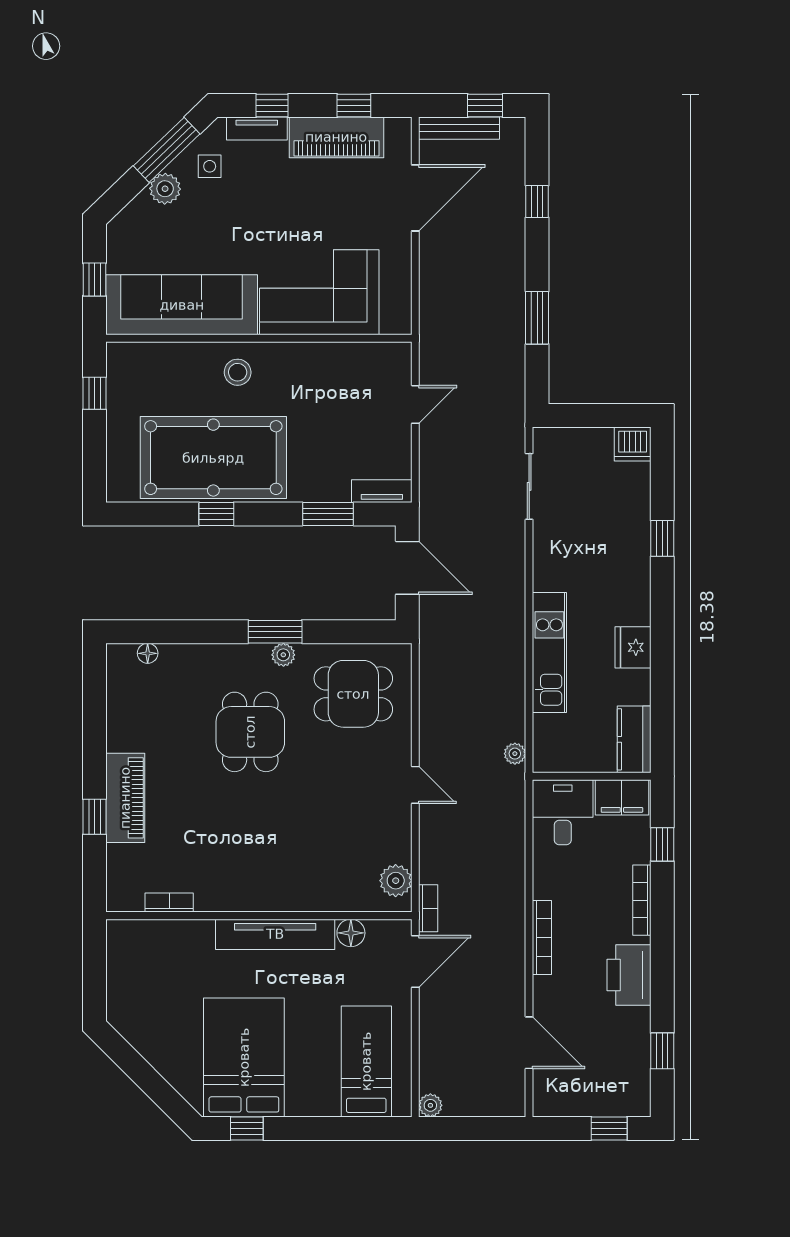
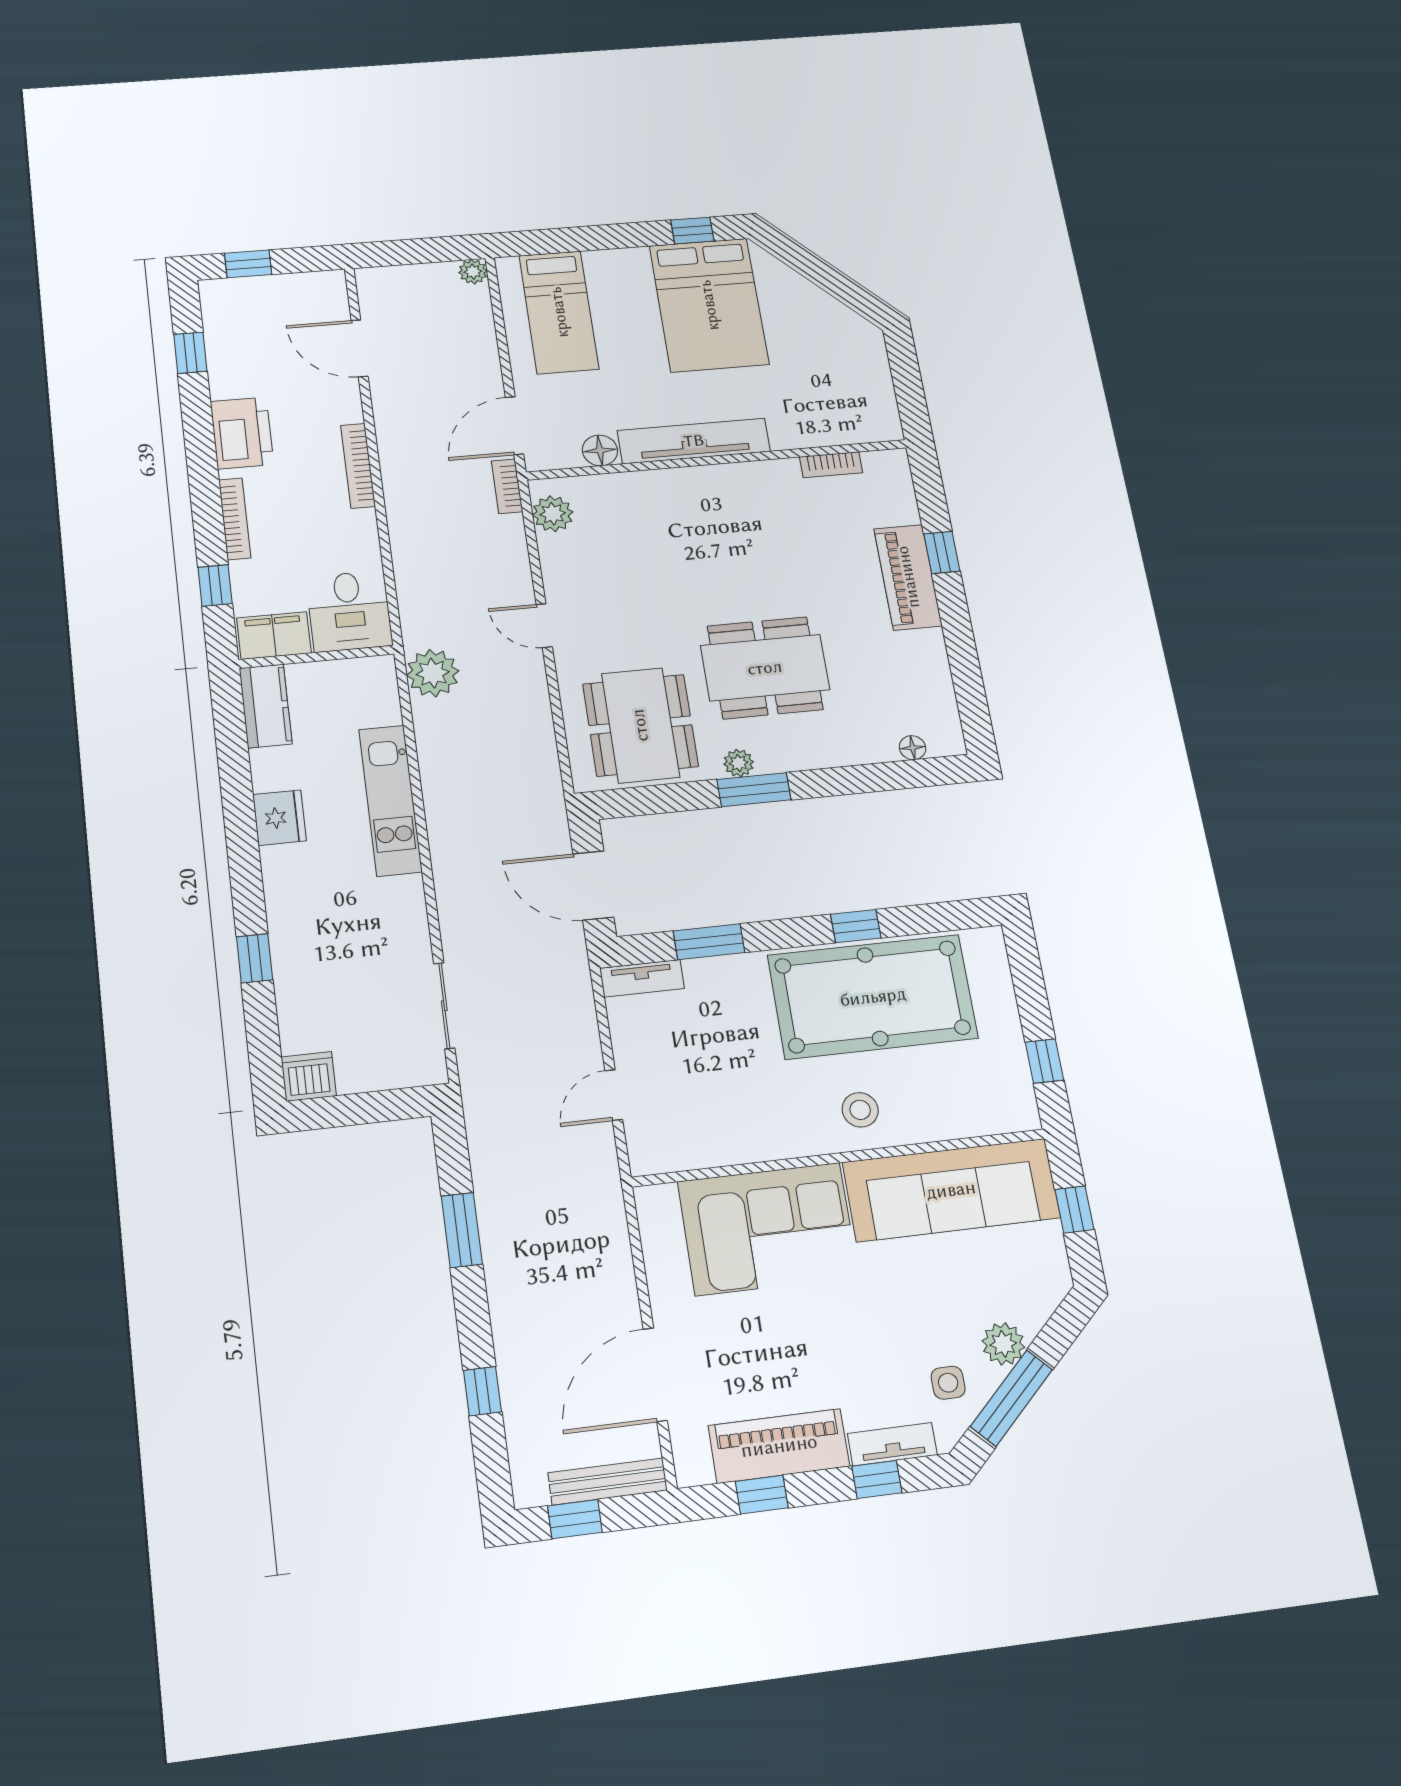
dining table: (353, 694) -> (640, 725), width x1.38
dining table: (250, 732) -> (765, 668), width x1.37
plant: (515, 754) -> (433, 673), width x1.87, depth x1.87

